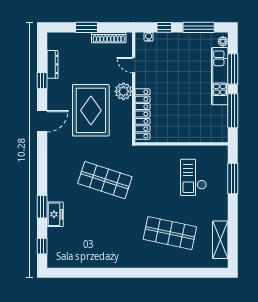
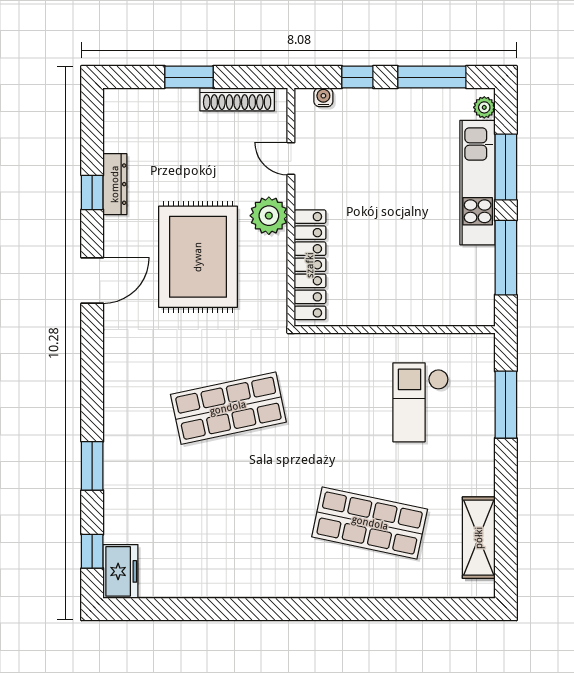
dresser: (53, 64) -> (115, 184), moved
shop shelf: (105, 180) -> (228, 408), turned -30
freezer: (55, 214) -> (120, 571), moved

